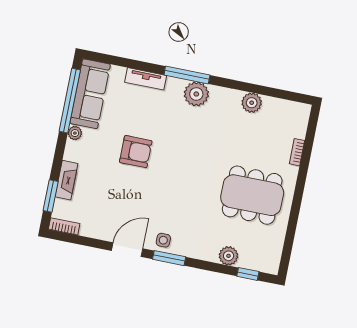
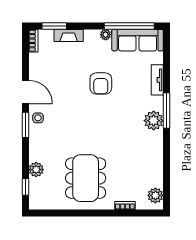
plant: (252, 103) -> (155, 195), moved

